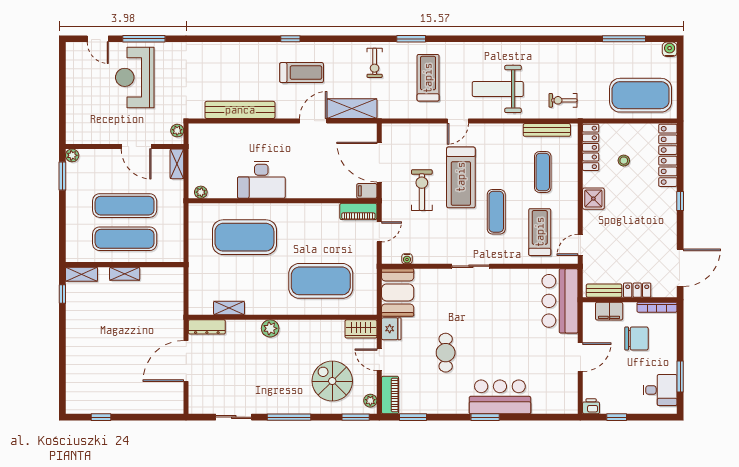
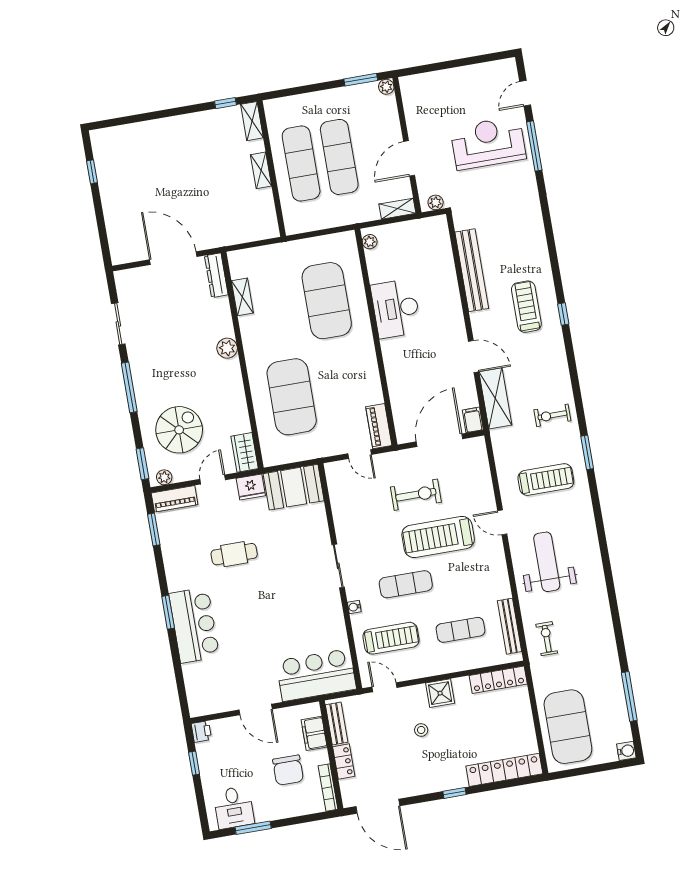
treadmill: (302, 73) -> (526, 307), moved, turned 180
stool: (624, 161) -> (421, 730), moved
filing cabinet: (367, 191) -> (473, 420), moved
water cooler: (407, 259) -> (354, 607), moved

